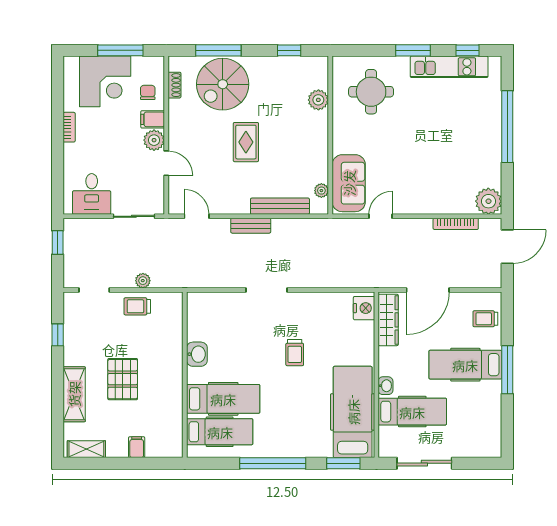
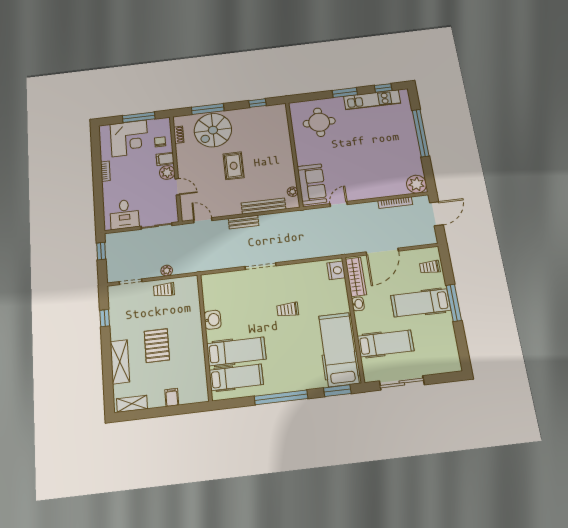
plant: (318, 100) -> (282, 132), removed
trolley: (295, 353) -> (288, 310), turned 90
washbasin: (385, 386) -> (358, 304), moved

